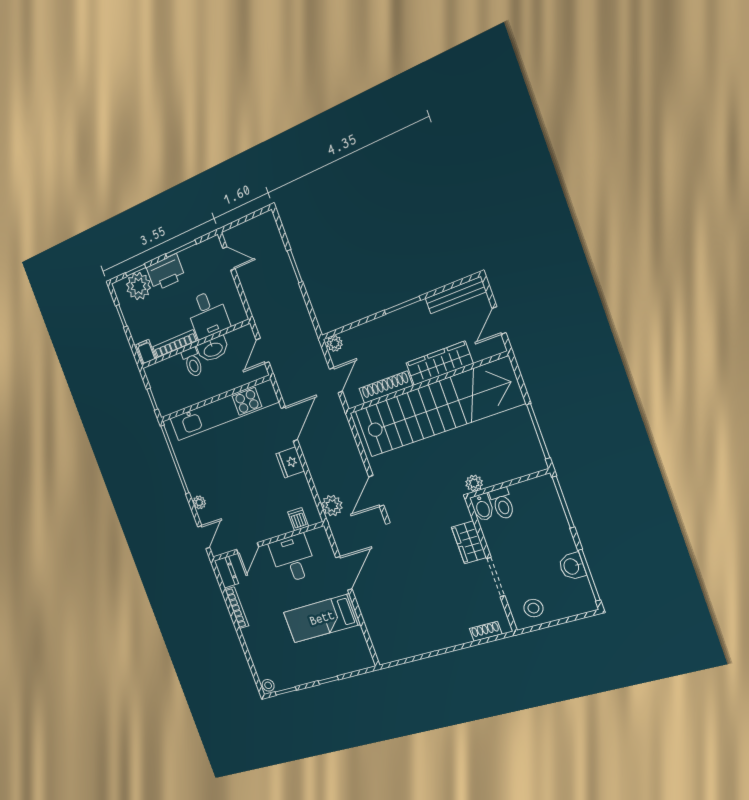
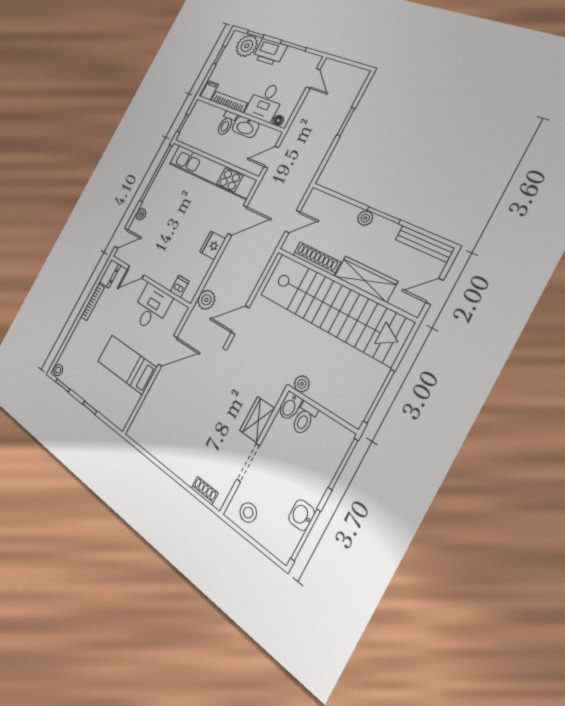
floor lamp: (236, 318) -> (278, 120), added
plant: (335, 344) -> (365, 218), moved

